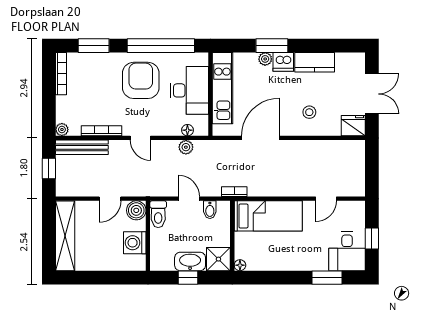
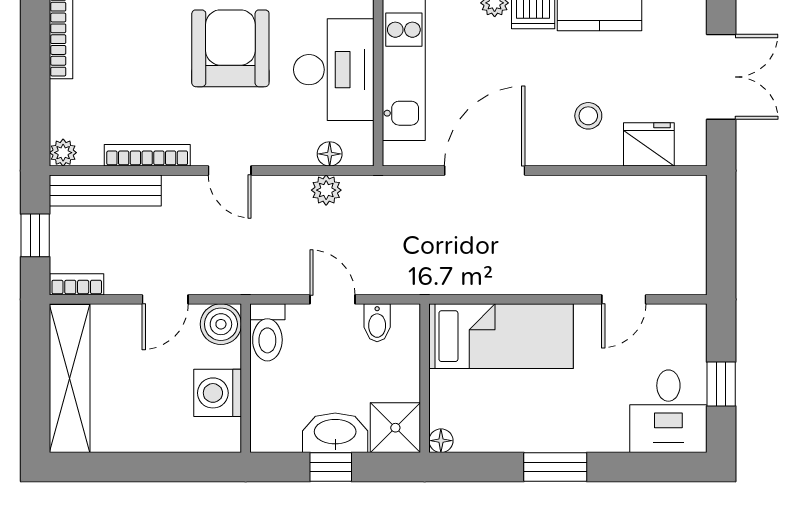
fridge: (353, 126) -> (649, 144), moved
bookcase: (234, 192) -> (77, 284), moved
window: (327, 278) -> (555, 467), moved

